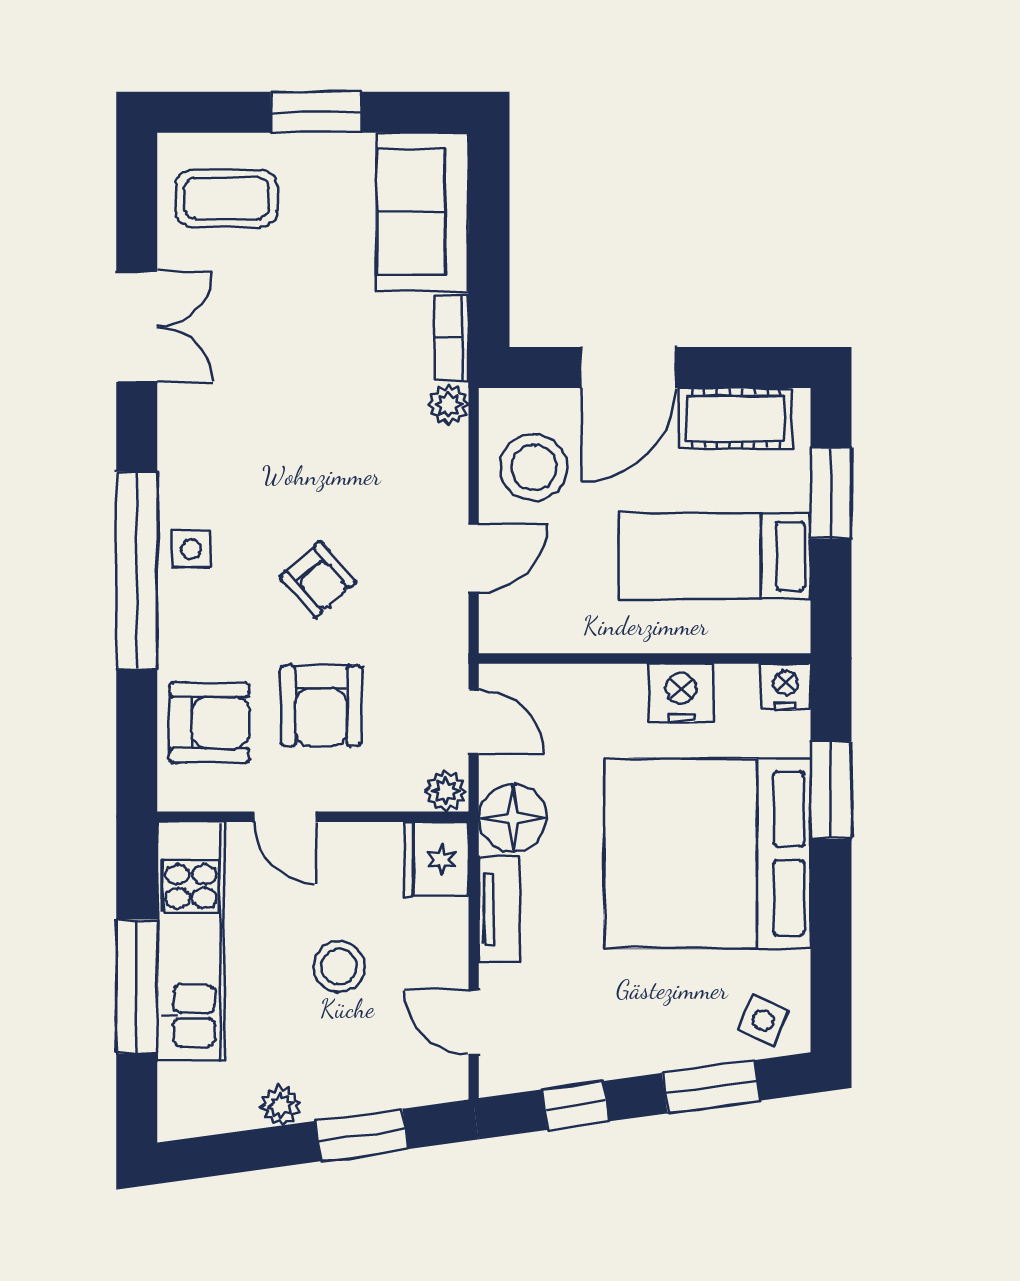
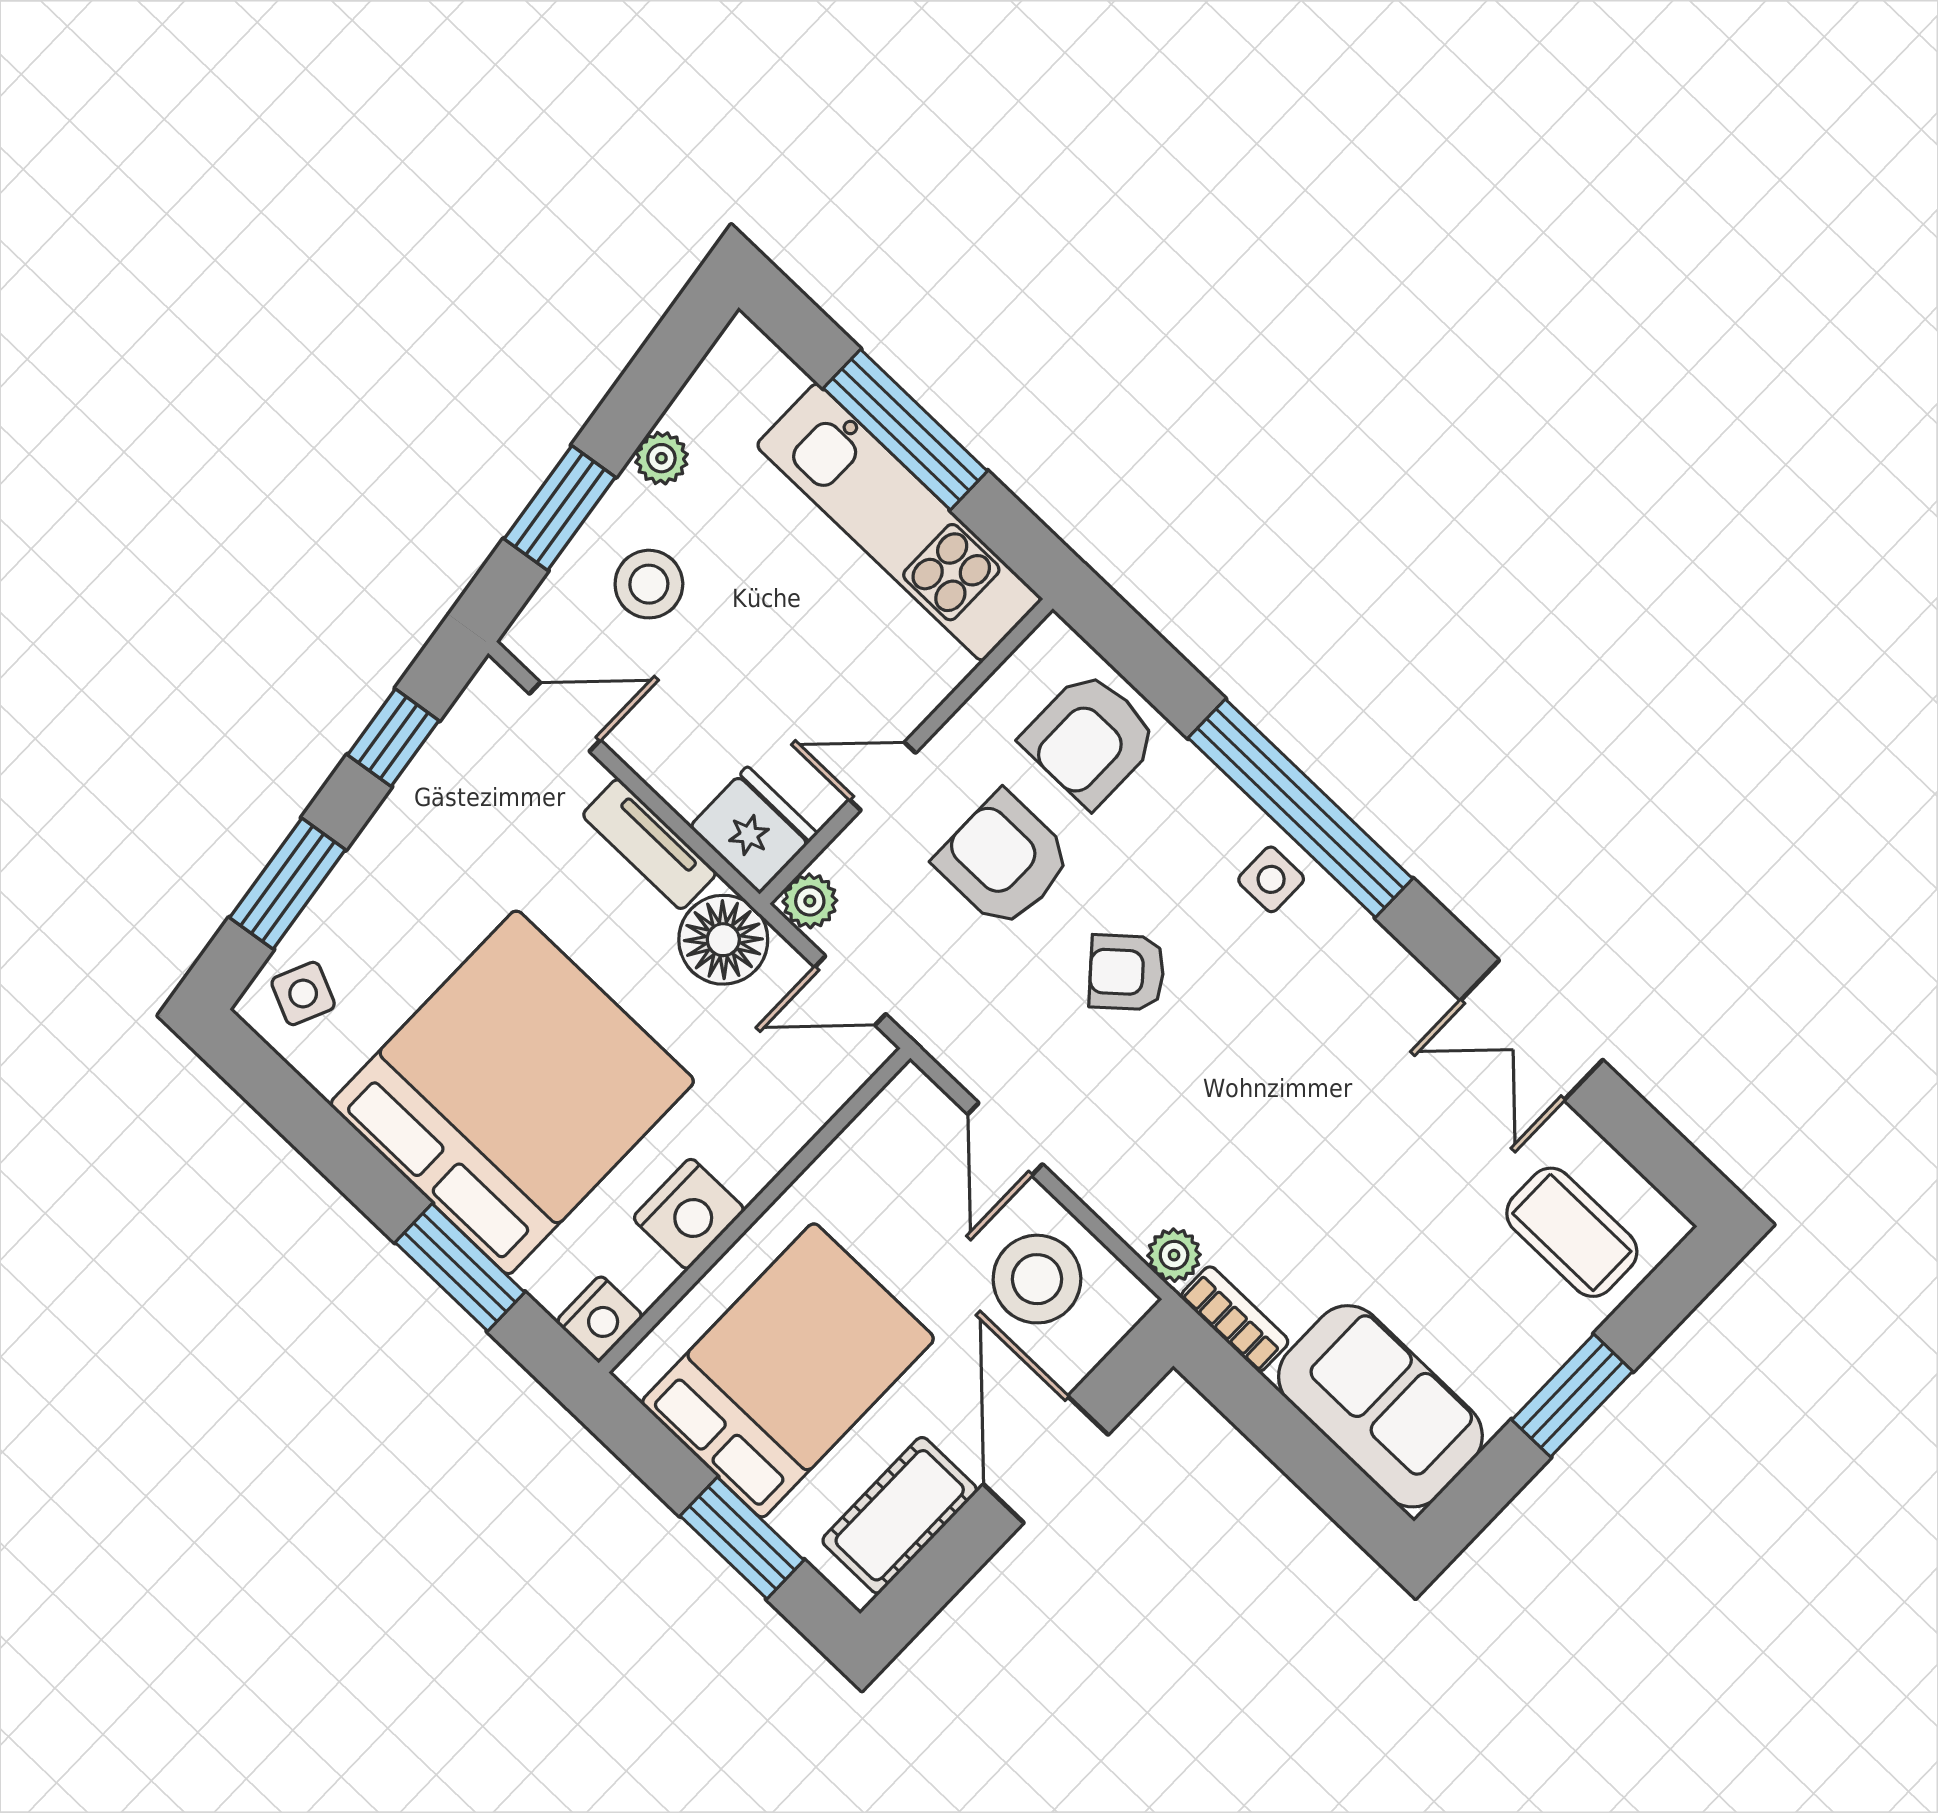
coffee table: (227, 198) -> (1572, 1232), turned 90
bed: (715, 556) -> (788, 1370), width x1.50
door: (285, 817) -> (883, 776), moved
stool: (339, 966) -> (649, 584), moved

